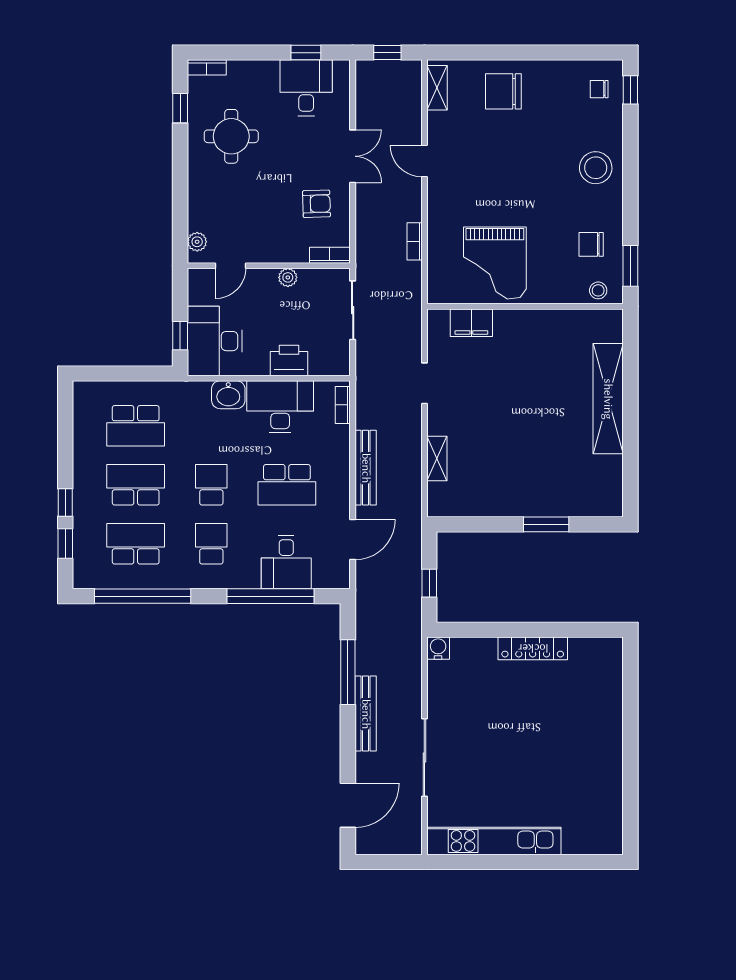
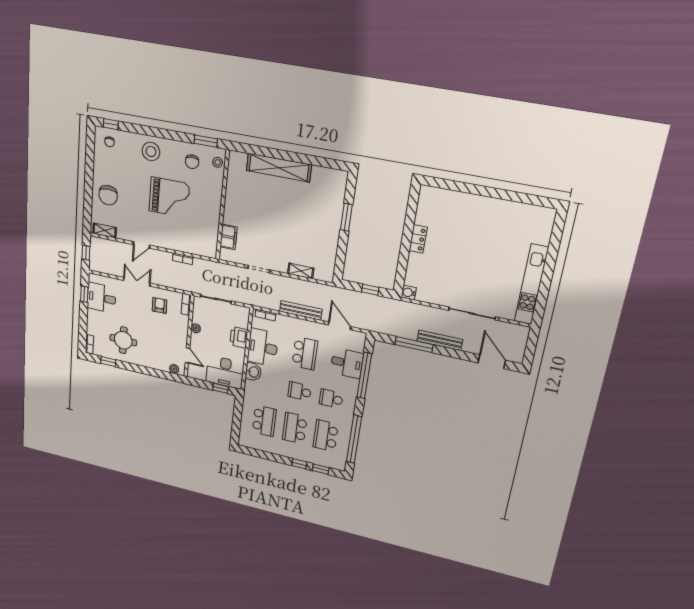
grand piano: (495, 263) -> (169, 197), moved
locker: (533, 648) -> (418, 239), width x0.66

